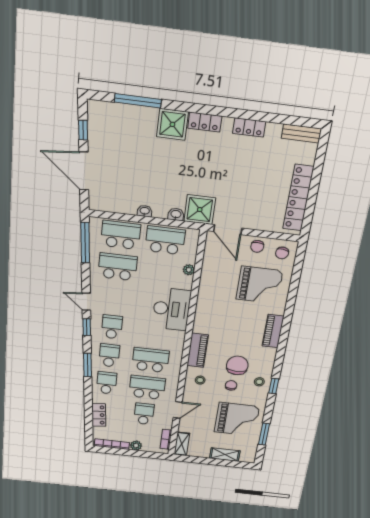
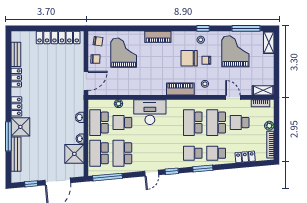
window: (138, 101) -> (8, 136), moved
bench: (131, 112) -> (16, 154), added
bench: (301, 133) -> (16, 54), moved
shower: (200, 210) -> (74, 154), moved
school desk: (112, 327) -> (122, 123), moved
window: (264, 434) -> (246, 28), width x1.44
shelving: (225, 455) -> (269, 42), moved

